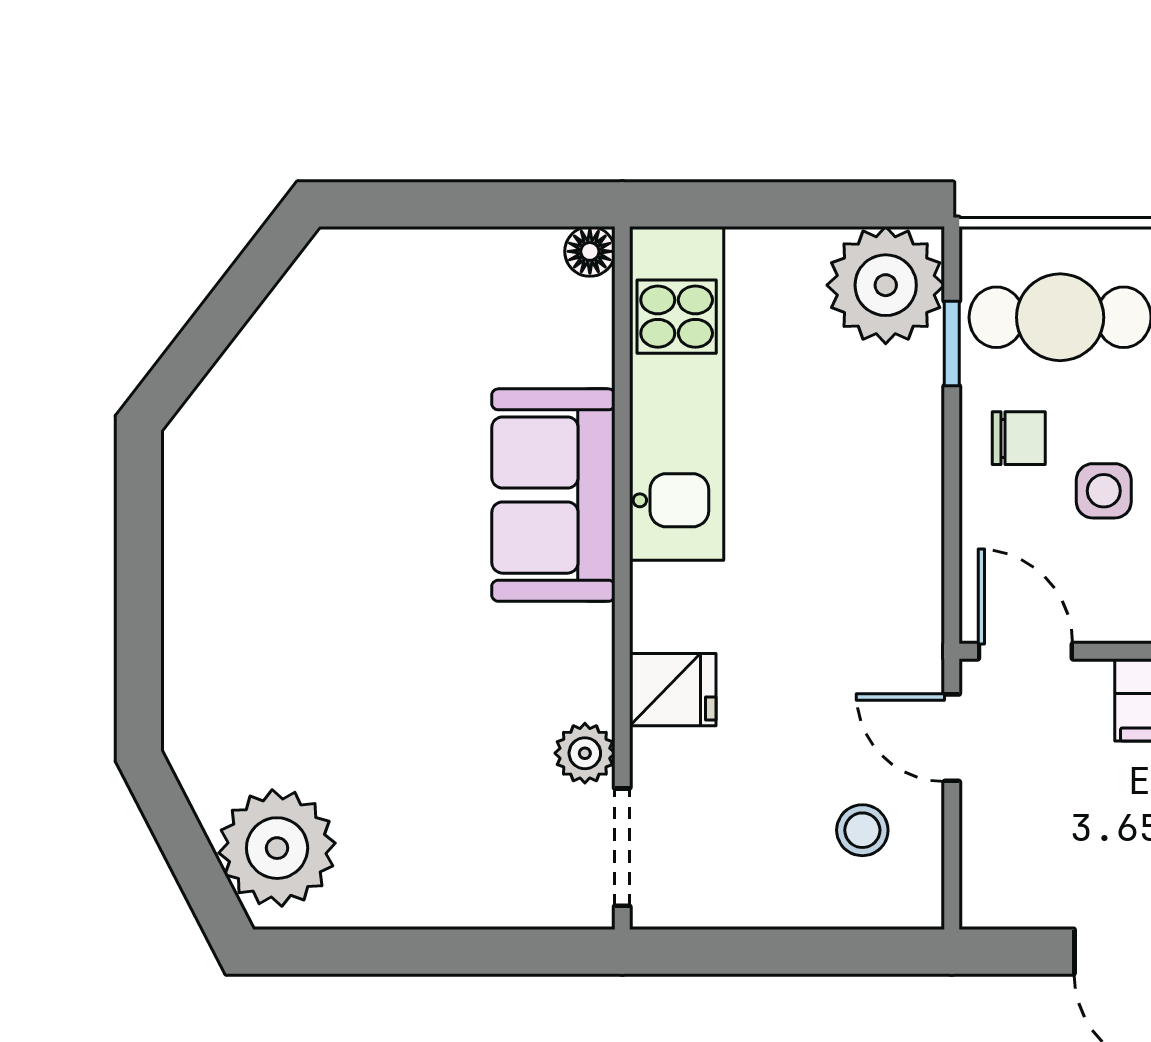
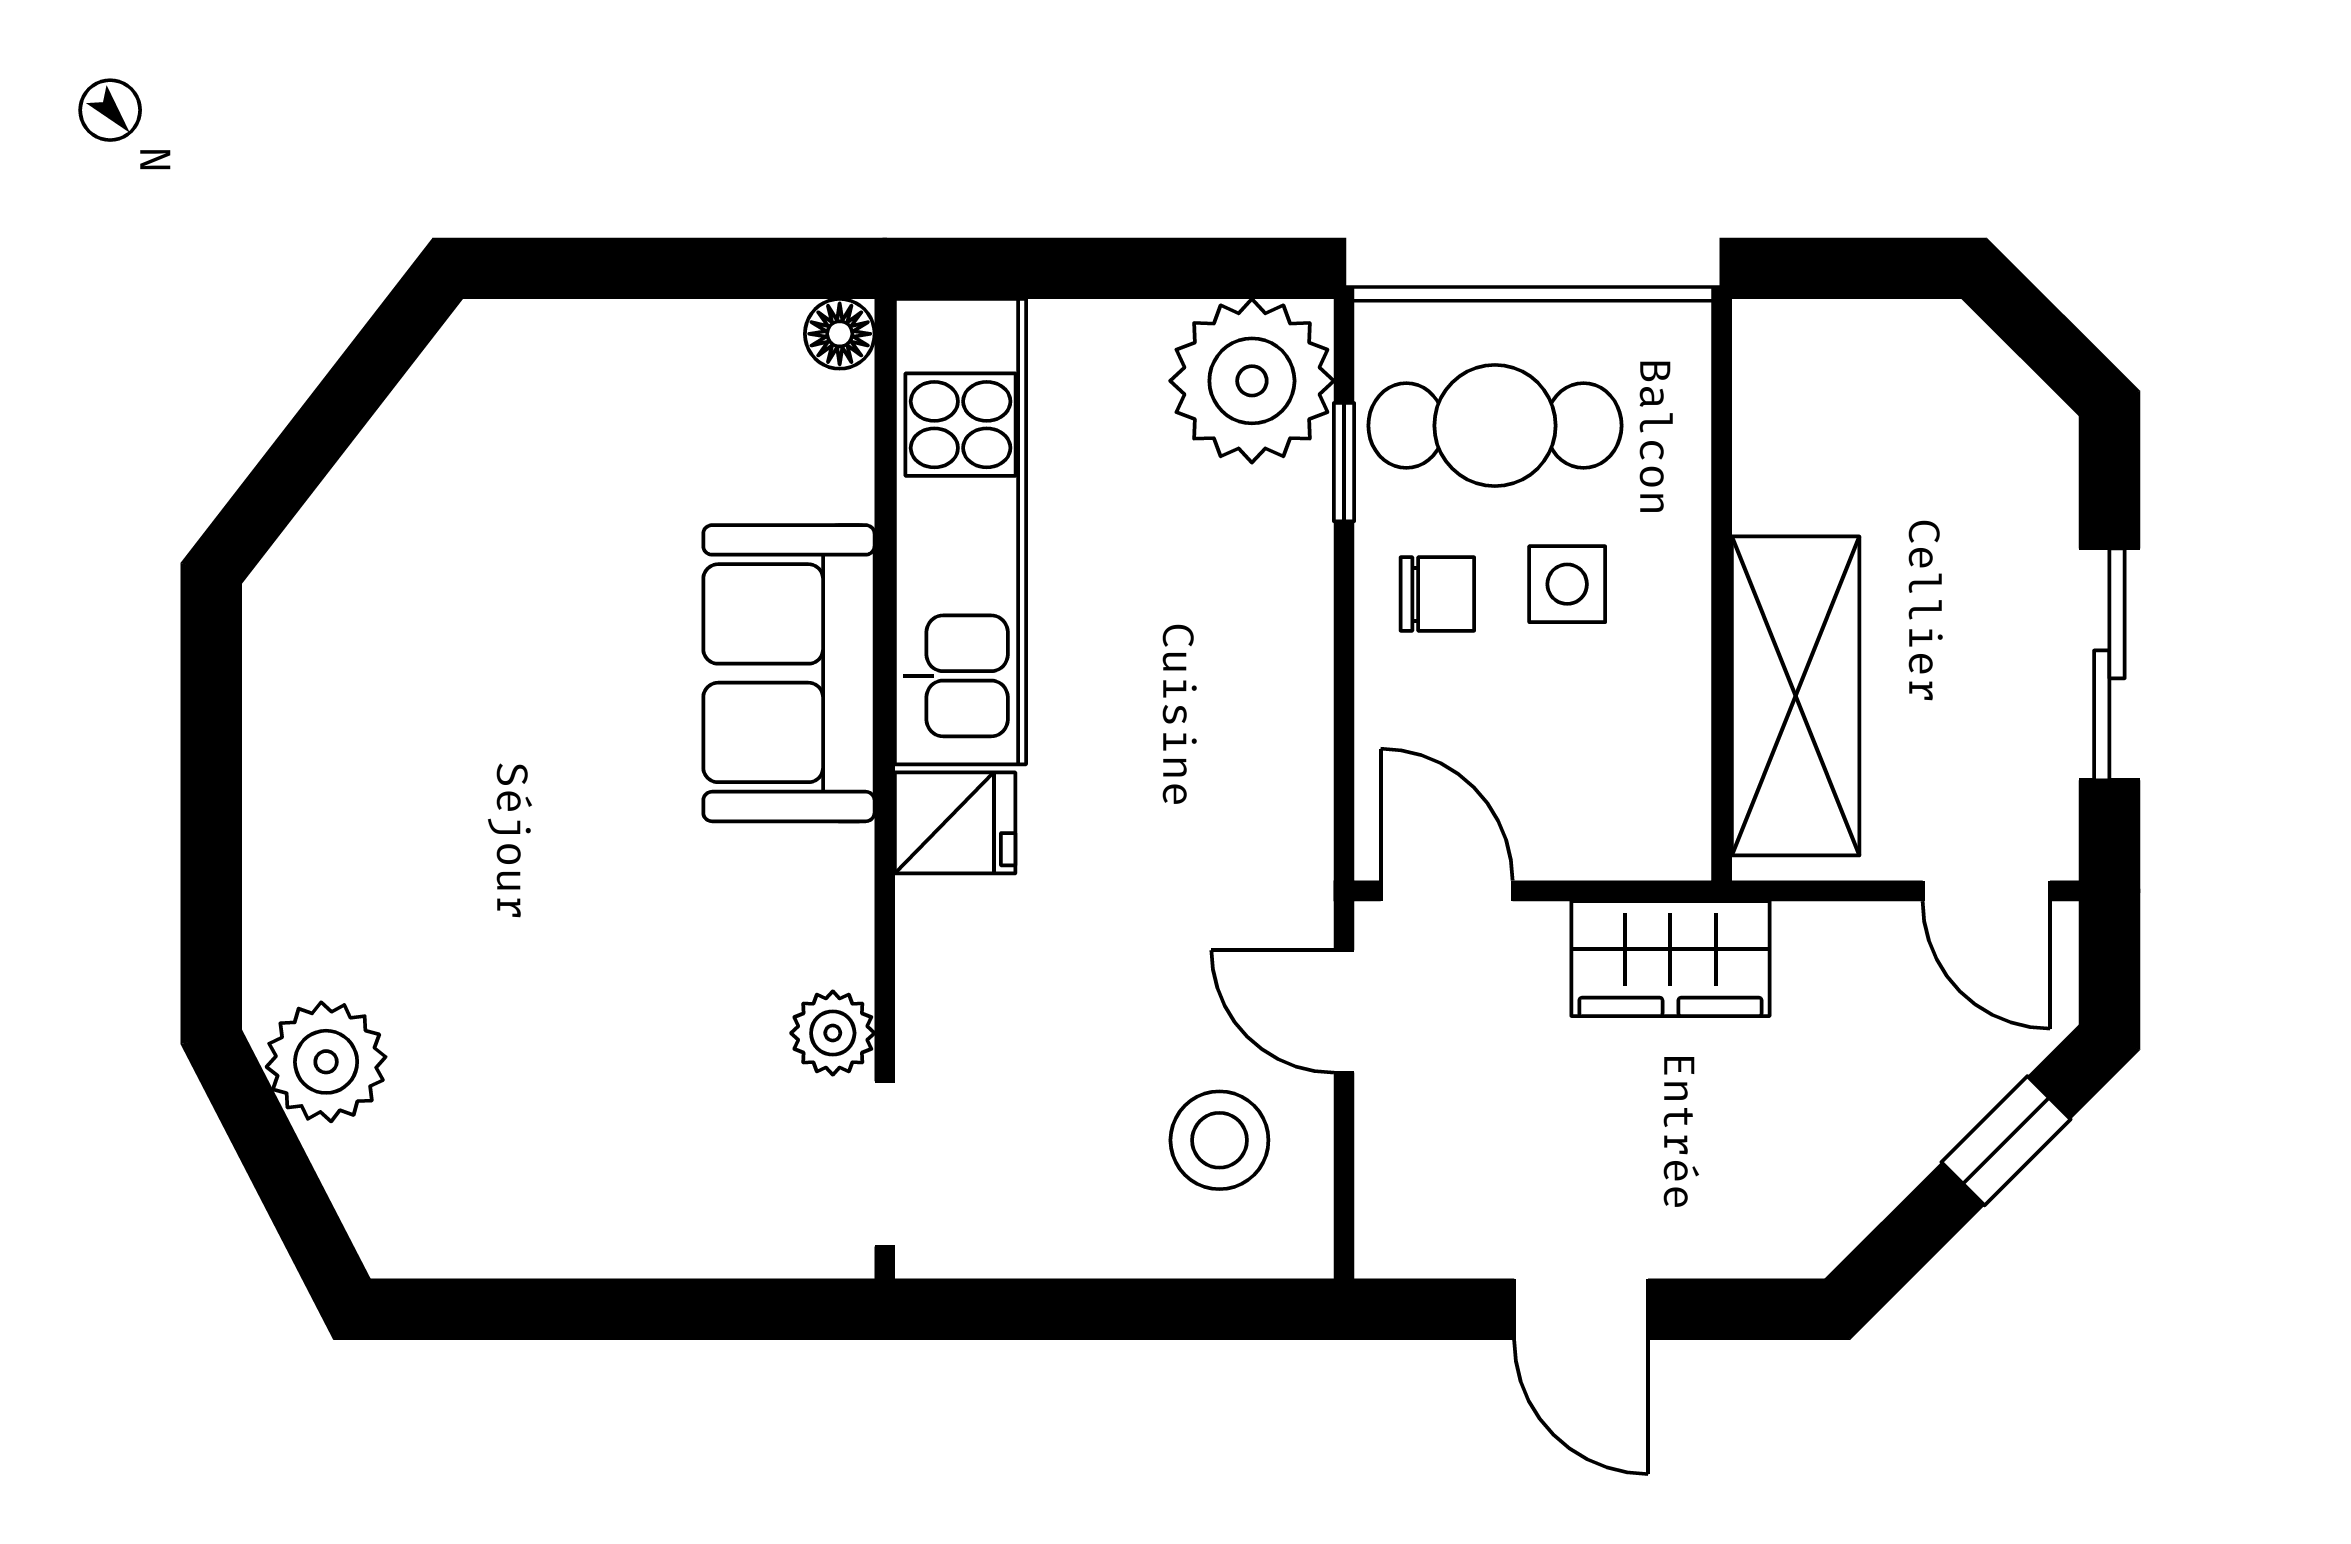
side table: (1104, 491) -> (1567, 584), moved
fridge: (673, 690) -> (955, 823), moved
stool: (862, 830) -> (1219, 1140), width x1.37, depth x1.37
plant: (277, 848) -> (326, 1062), moved, width x0.73, depth x0.73

